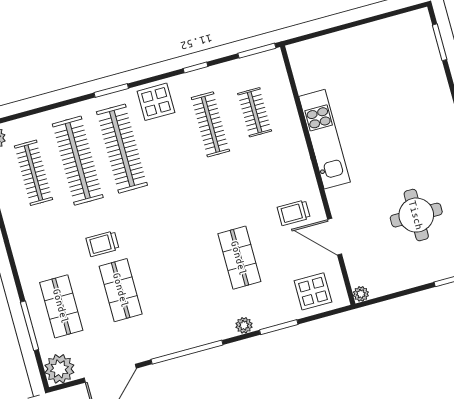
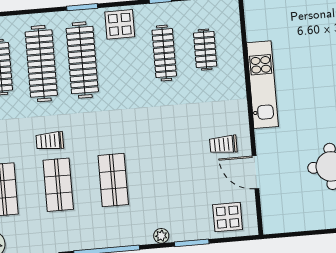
shop shelf: (239, 258) -> (113, 180), moved
plant: (361, 294) -> (269, 227), removed

